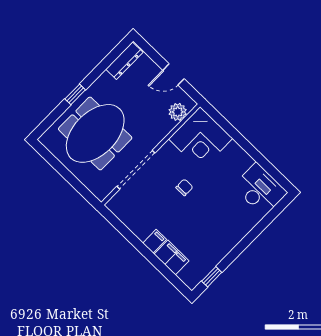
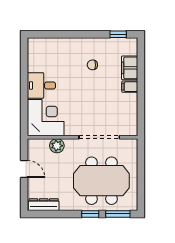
plant: (178, 112) -> (57, 146), moved
window: (51, 119) -> (118, 214), added
chair: (184, 187) -> (92, 65), moved
desk: (260, 190) -> (41, 85), moved, width x0.73

